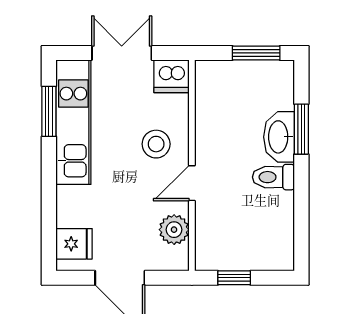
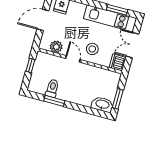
double door: (122, 53) -> (132, 45), swing flipped
window: (301, 129) -> (54, 101), moved
washbasin: (279, 137) -> (102, 104), moved
toilet: (273, 177) -> (52, 88), moved

